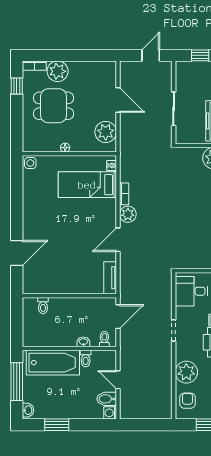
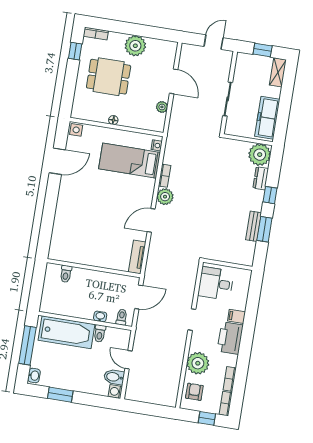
plant: (58, 71) -> (135, 46), moved
plant: (106, 132) -> (162, 107), width x0.53, depth x0.53
door: (17, 253) -> (57, 161), moved

